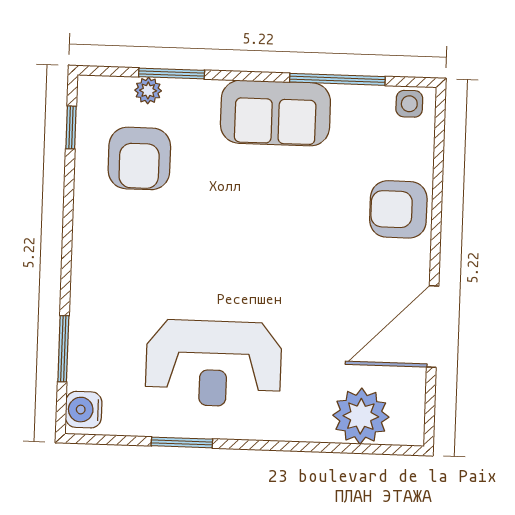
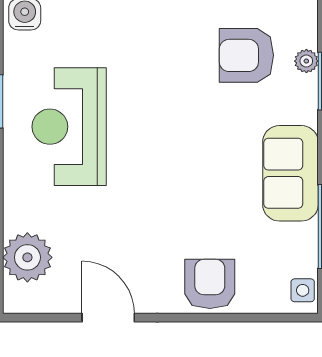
door: (433, 326) -> (108, 318), width x0.73

